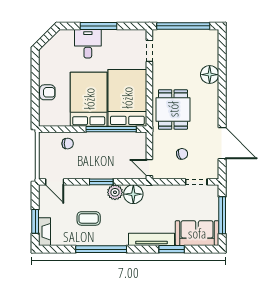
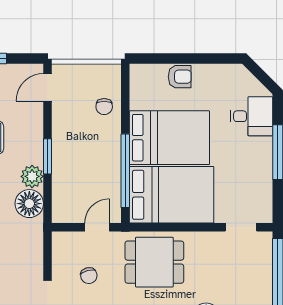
desk: (88, 44) -> (251, 116), moved
armchair: (47, 92) -> (180, 77), turned -90
door: (149, 168) -> (97, 227), moved

